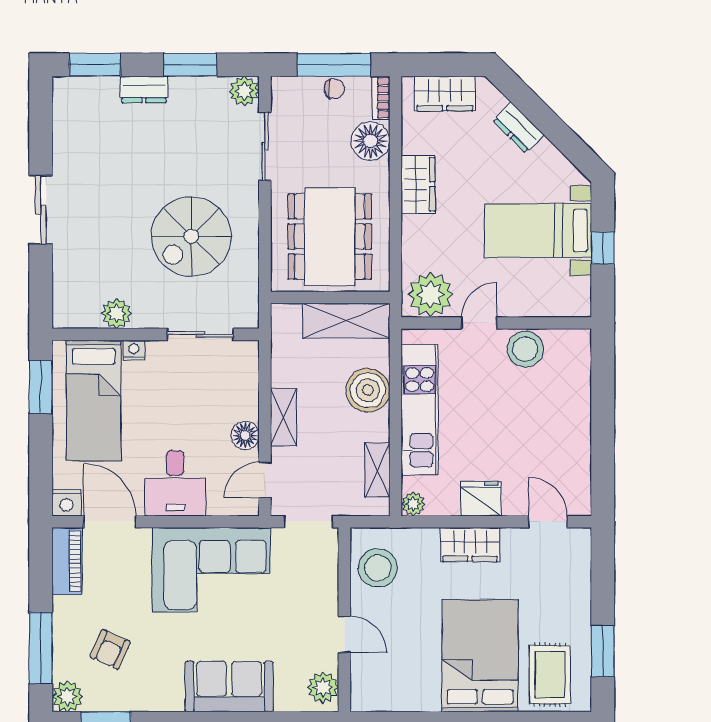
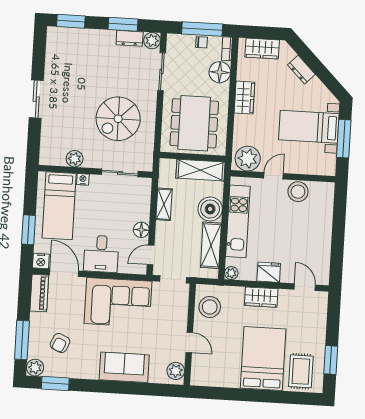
dresser: (144, 89) -> (130, 38), moved
window: (603, 248) -> (344, 139), width x2.17
window: (41, 387) -> (28, 230), moved
shelving: (284, 417) -> (164, 204), moved
shelving: (377, 470) -> (211, 245), width x1.50, depth x1.33

